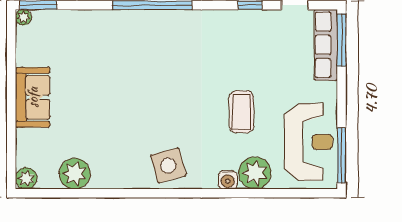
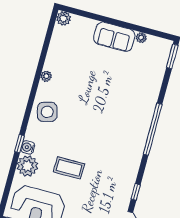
plant: (23, 17) -> (141, 38), moved
plant: (75, 174) -> (46, 76), moved, width x0.53, depth x0.53
window: (225, 193) -> (19, 144), added

